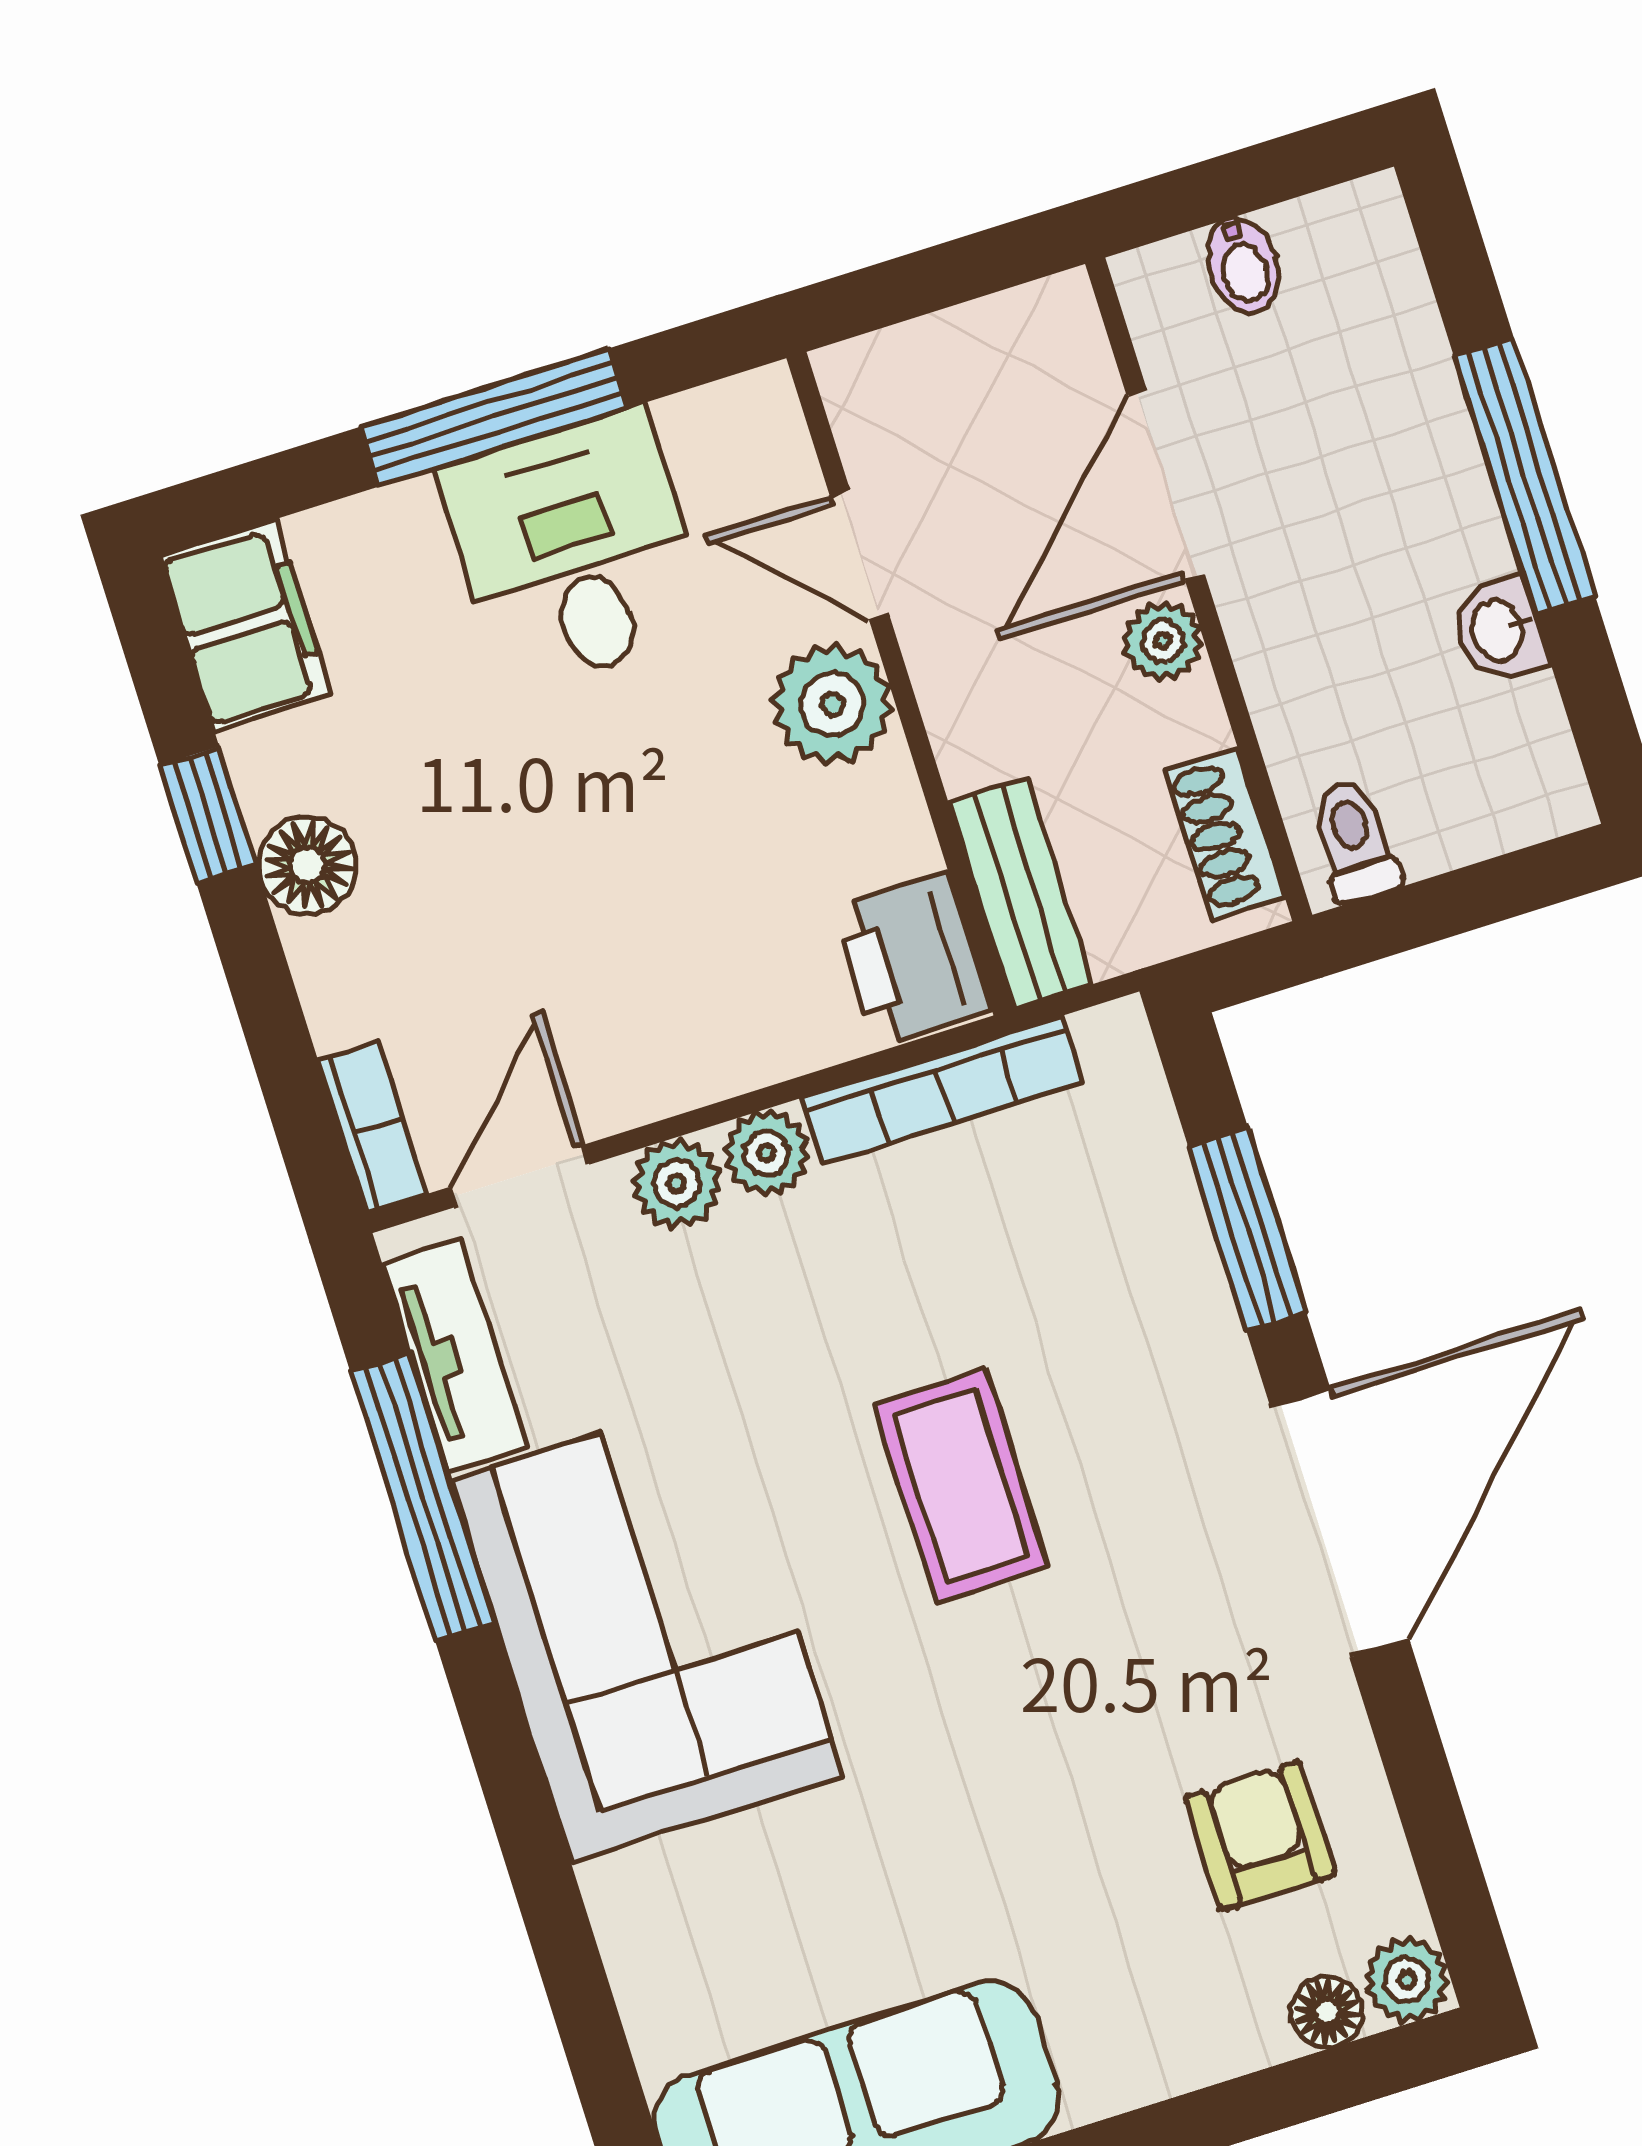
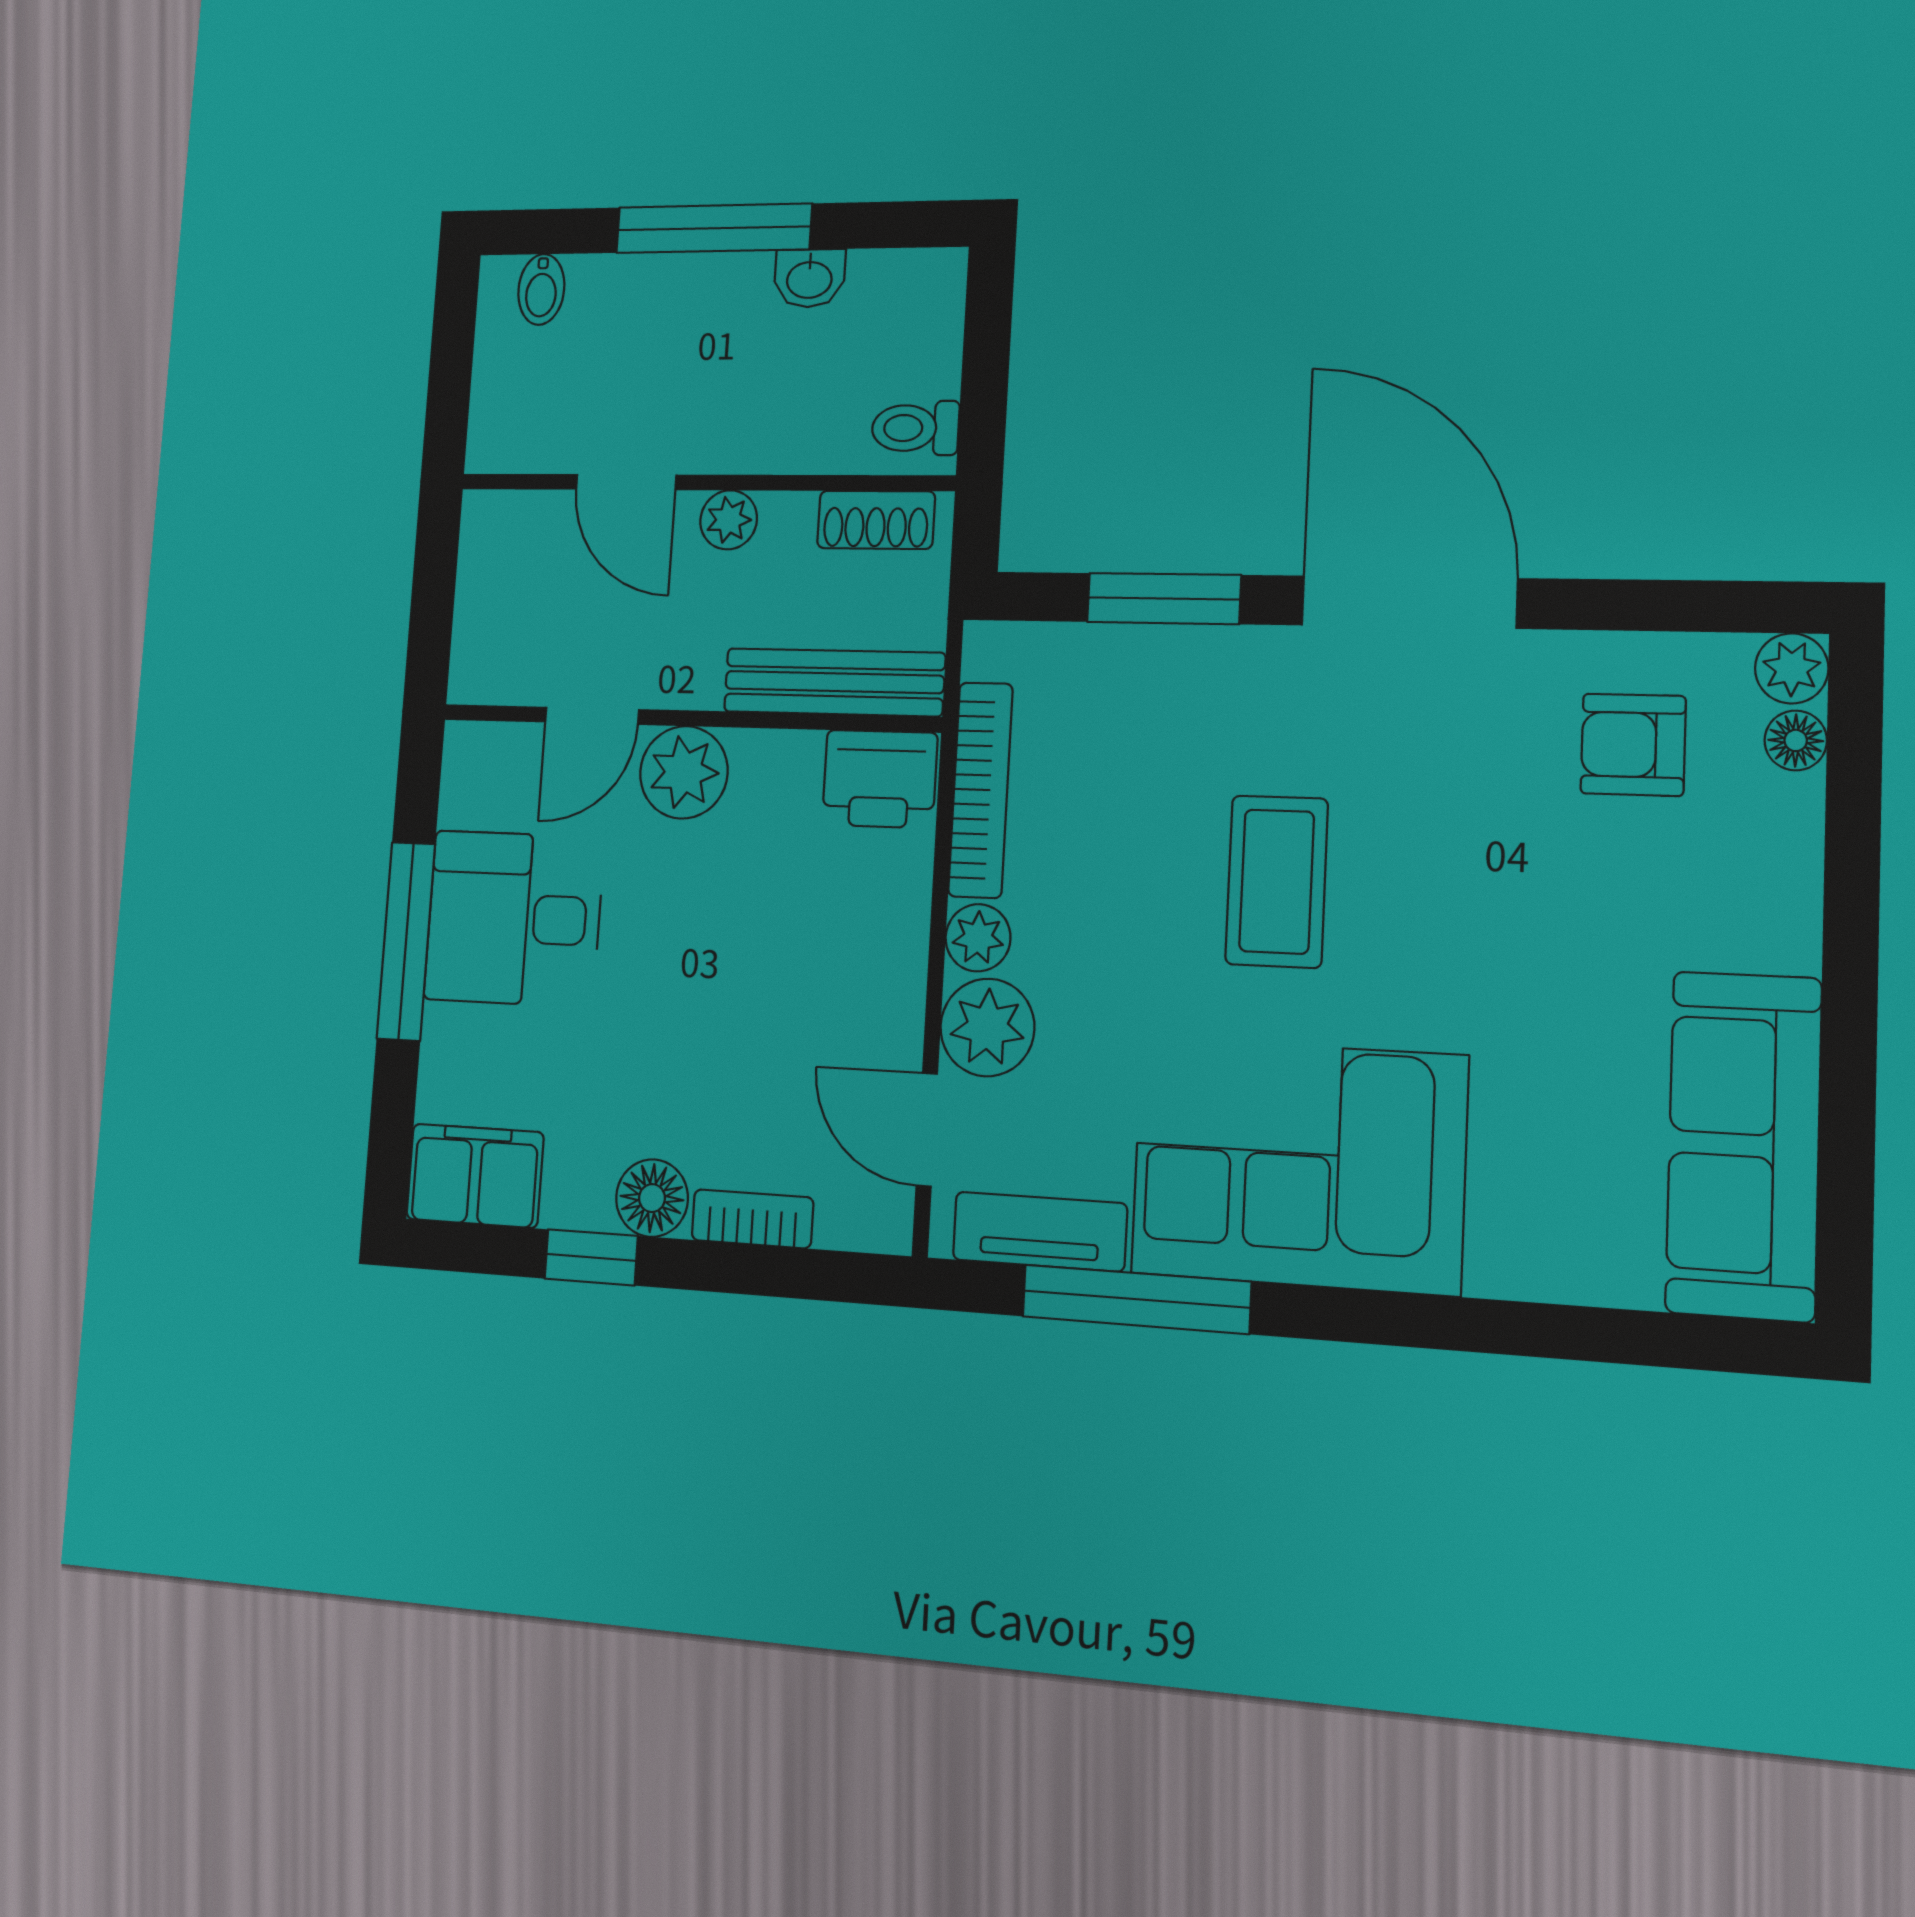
bidet: (1243, 265) -> (541, 289), moved, turned 90
door: (1166, 485) -> (626, 482), width x0.73
bench: (1020, 893) -> (834, 682), width x1.36
bookcase: (373, 1127) -> (752, 1219), moved
plant: (677, 1184) -> (987, 1027), width x1.38, depth x1.38
coffee table: (961, 1486) -> (1277, 881), turned 90

